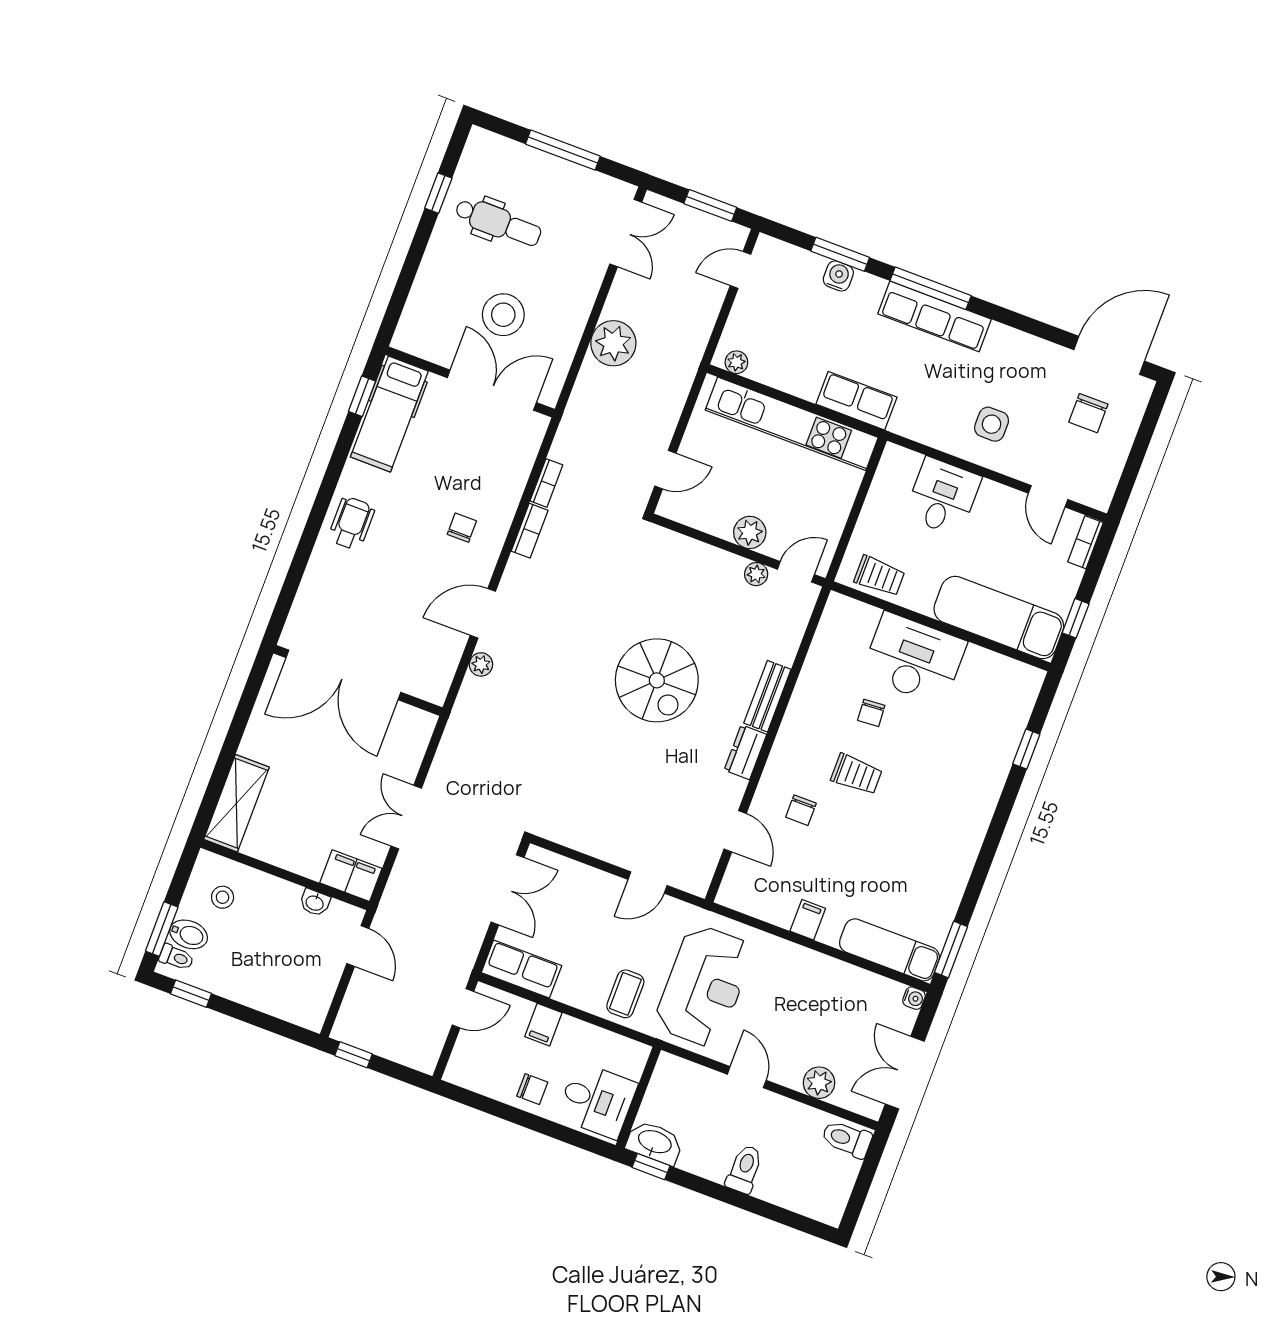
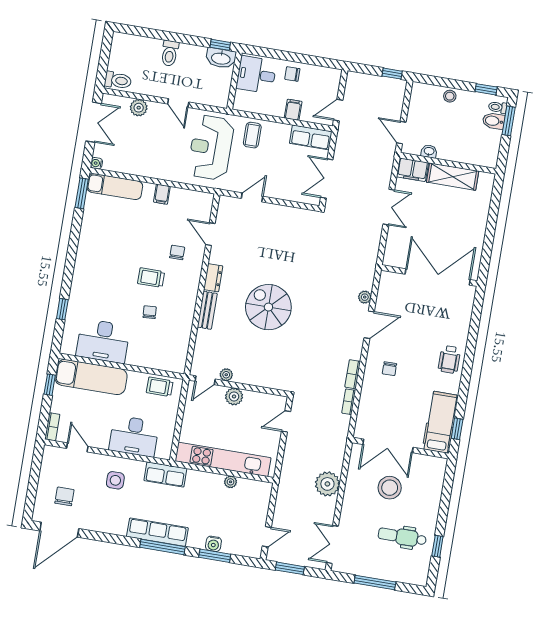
plant: (736, 362) -> (231, 482), moved
row of seats: (856, 401) -> (165, 474), moved
desk: (943, 497) -> (134, 436), width x1.37
desk: (914, 659) -> (103, 341), moved
shelving: (236, 803) -> (453, 177), moved, turned 90
stool: (223, 897) -> (450, 96), moved

